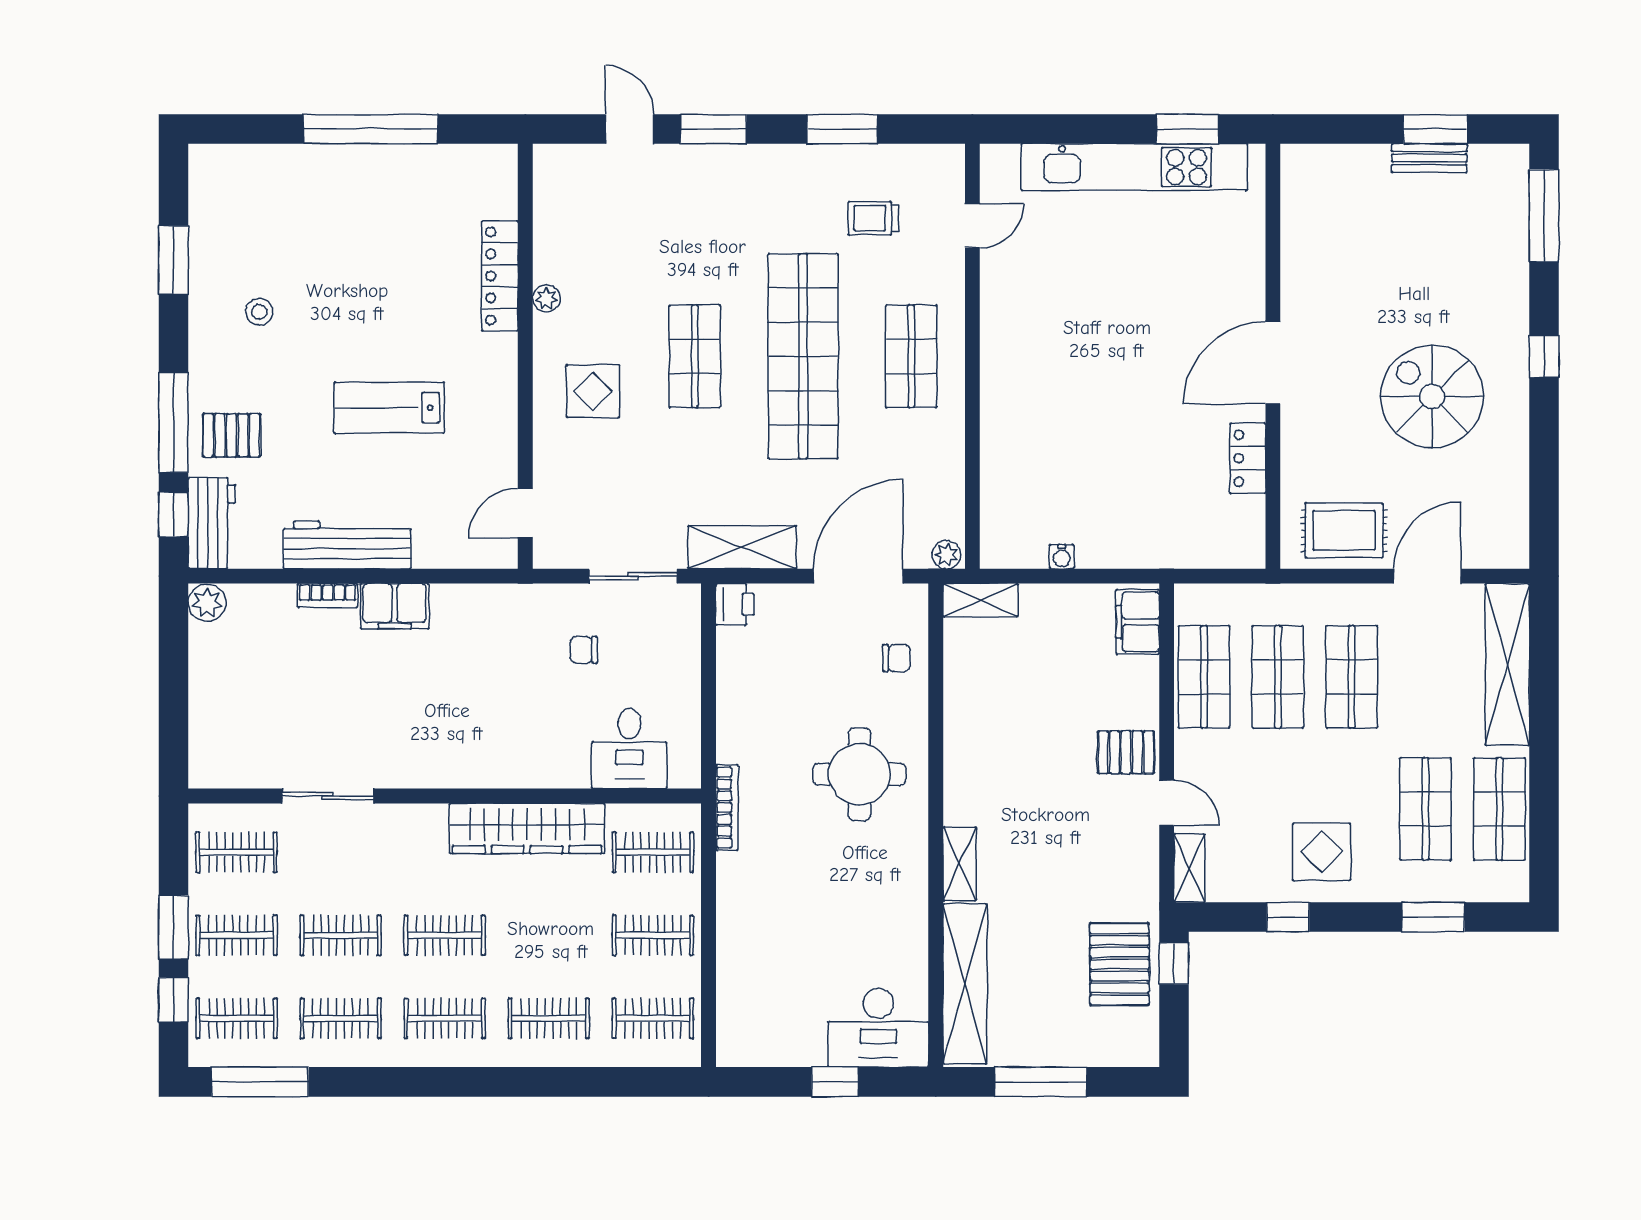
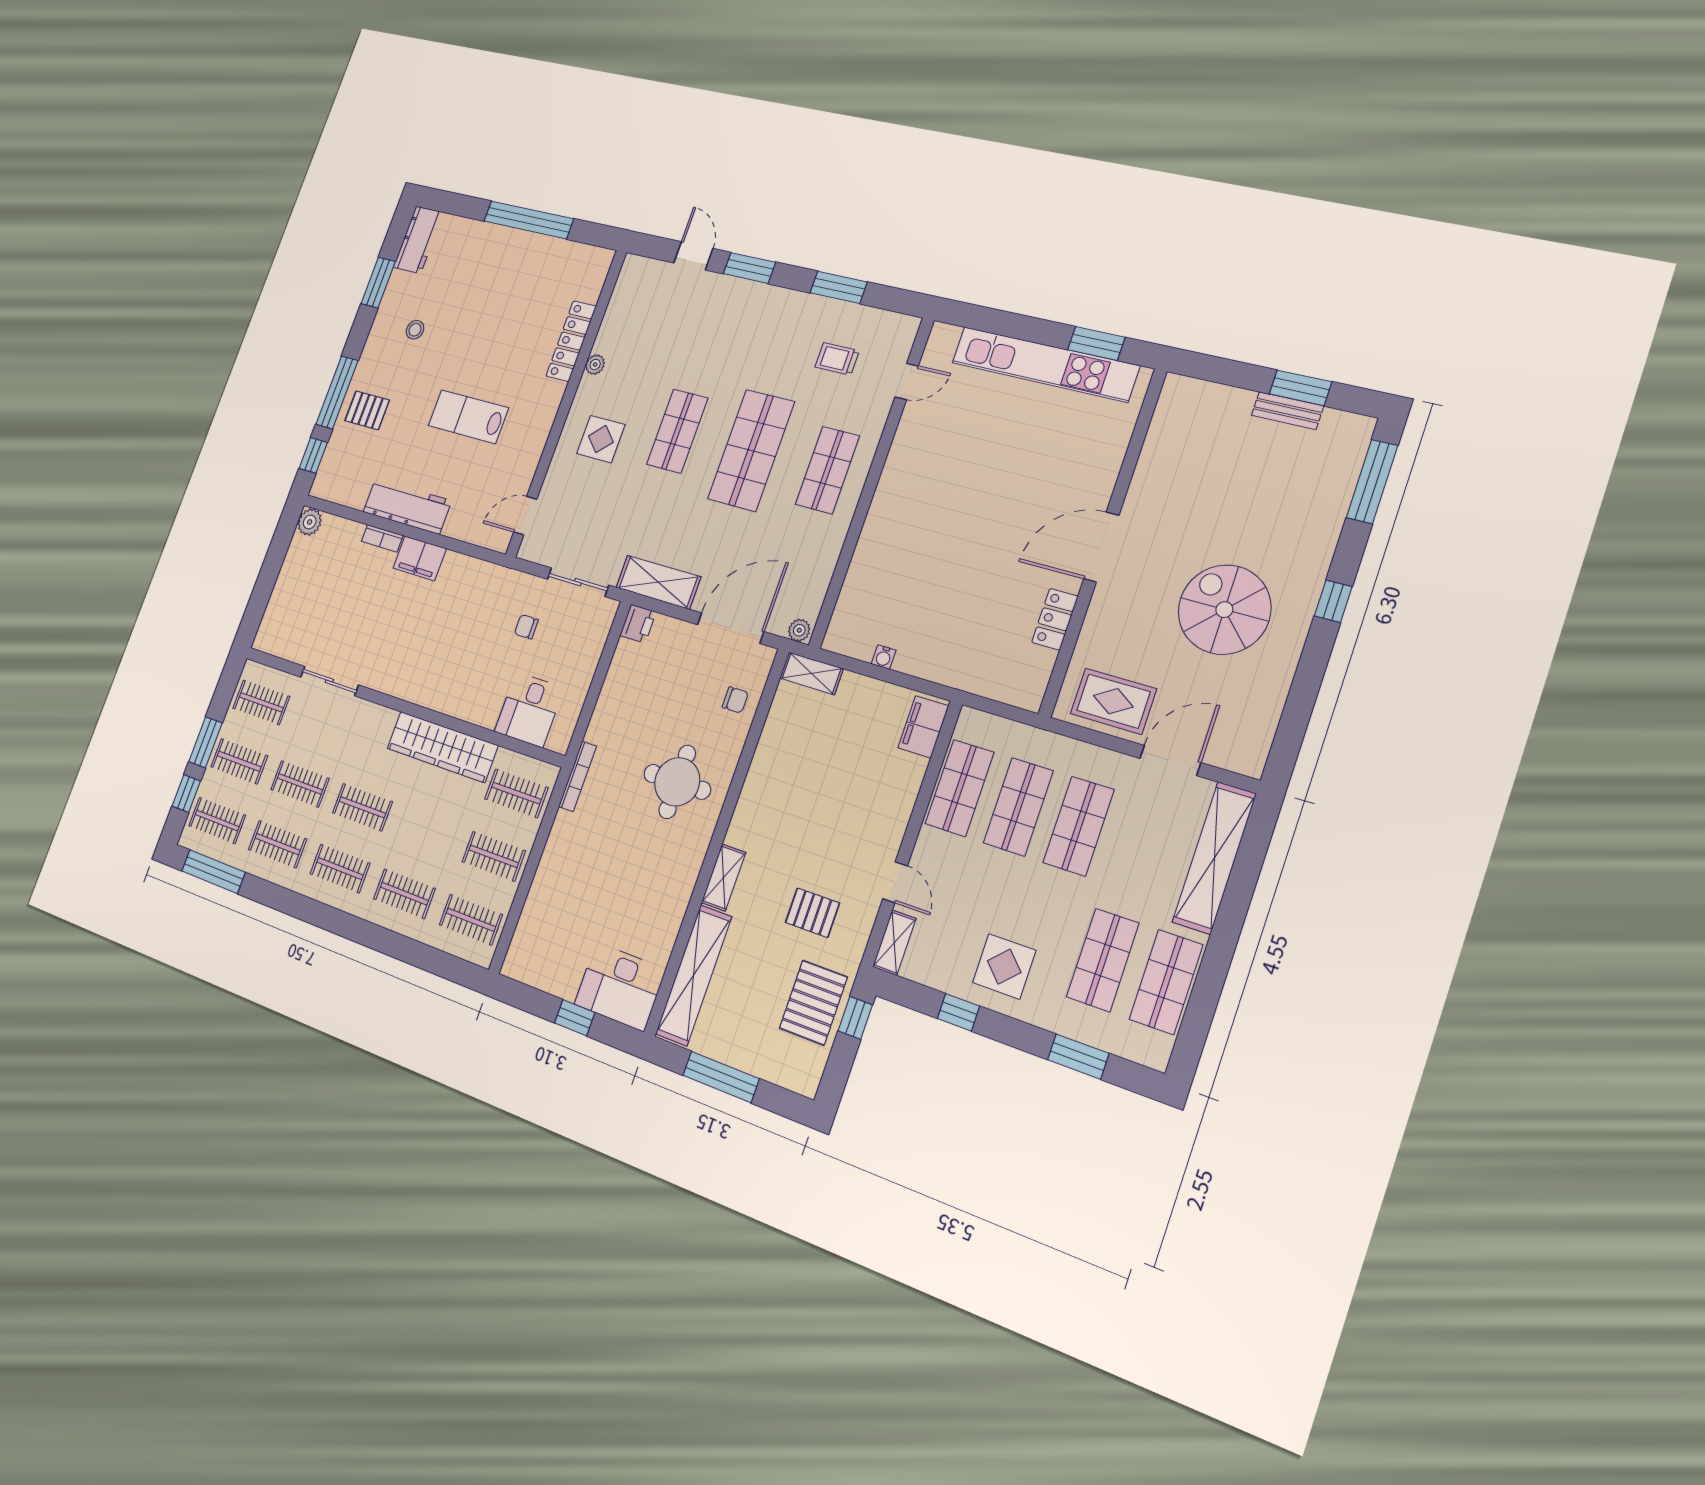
shop shelf: (803, 356) -> (751, 450), width x0.71
workbench: (212, 523) -> (418, 240), moved
pallet: (1126, 752) -> (812, 913), moved

